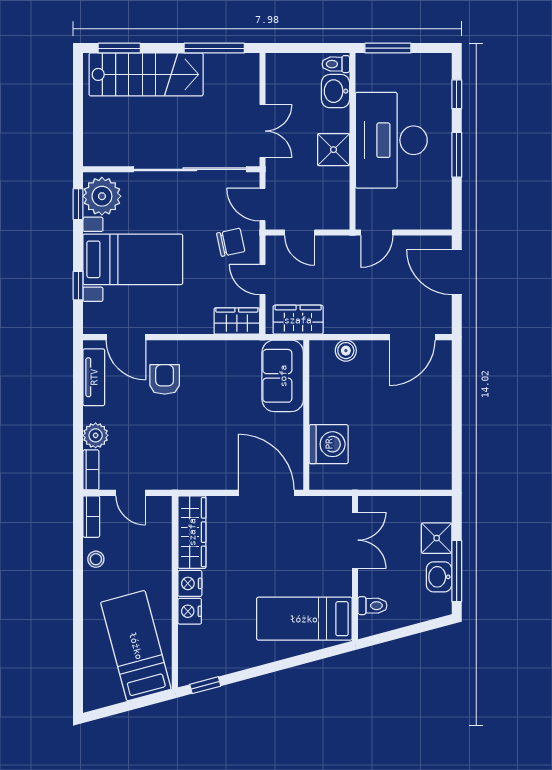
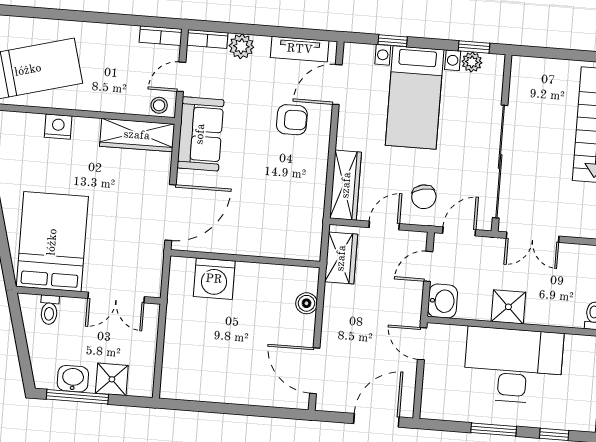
washbasin: (336, 91) -> (443, 301), moved, turned 90
plant: (102, 196) -> (472, 62), width x0.53, depth x0.53
wardrobe: (237, 321) -> (346, 185), width x1.50
sofa: (283, 376) -> (200, 134), moved, turned 90
stool: (96, 559) -> (159, 105), moved
nightstand: (190, 583) -> (86, 129), removed
bed: (304, 619) -> (52, 242), width x1.50

